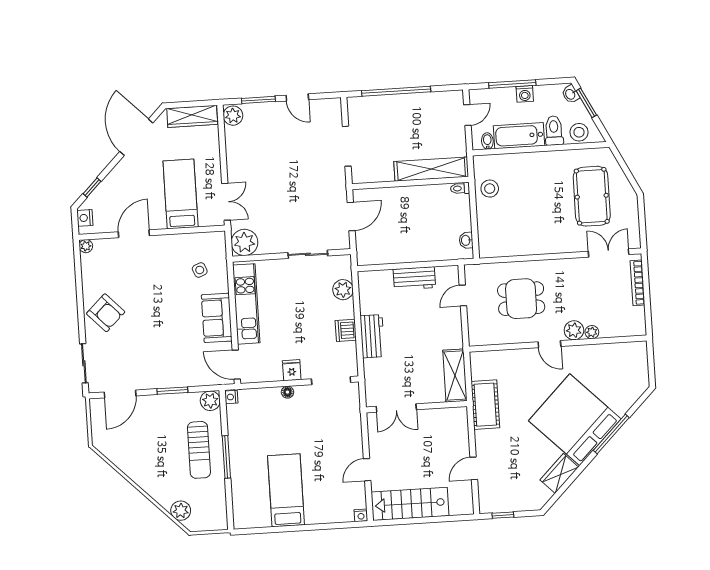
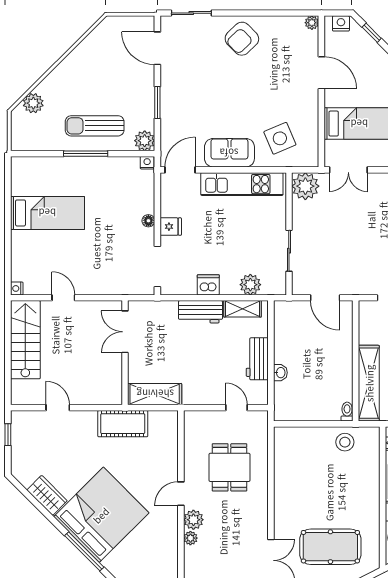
washbasin: (466, 240) -> (280, 373), moved, turned 90
side table: (200, 270) -> (280, 138), width x1.87, depth x1.87
shelving: (367, 296) -> (242, 309), added

